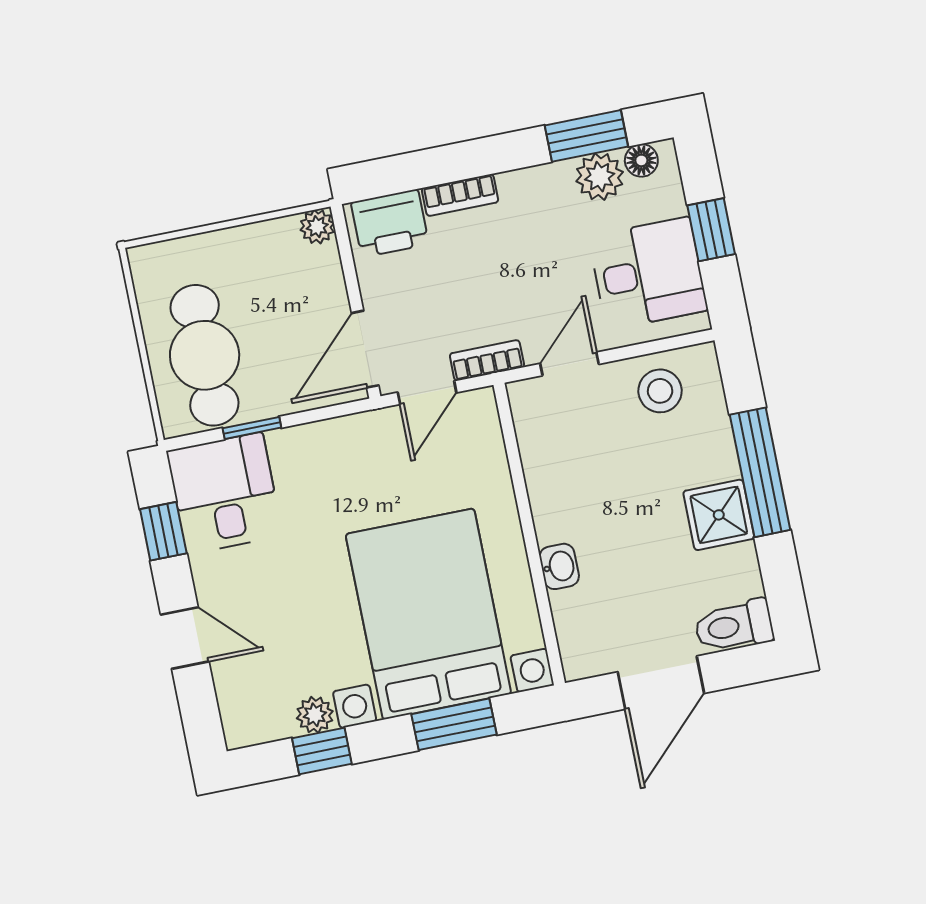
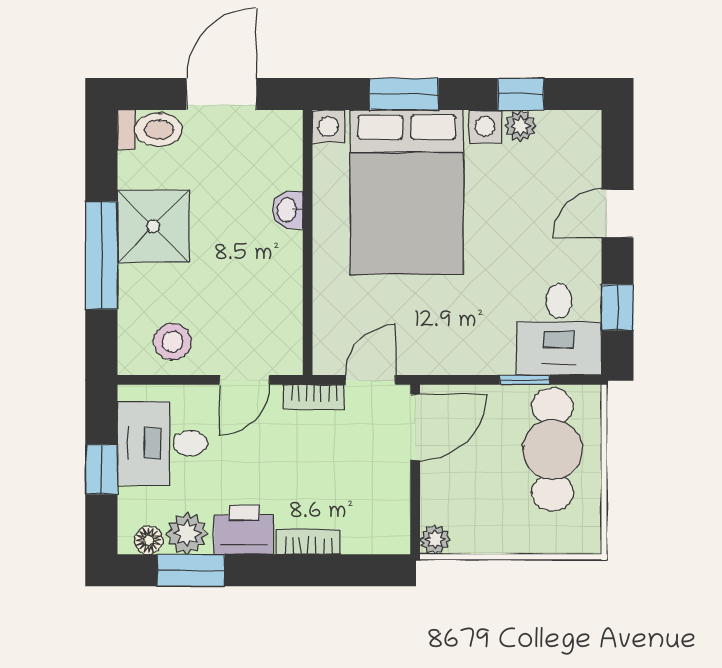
printer: (390, 223) -> (244, 530), moved
shower: (719, 515) -> (153, 226), width x1.36, depth x1.36
door: (185, 638) -> (617, 213), hinge flipped

